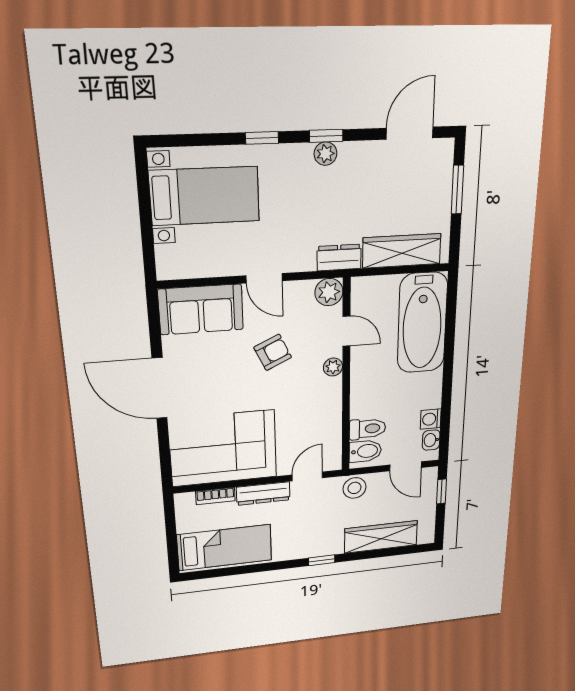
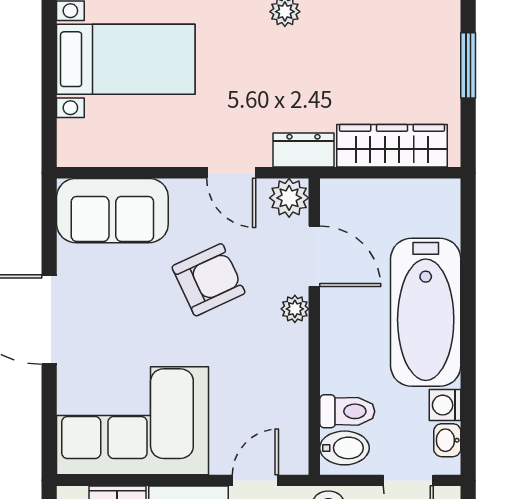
door: (264, 278) -> (231, 173), moved
bathtub: (422, 323) -> (426, 312), moved
door: (346, 331) -> (314, 256), width x1.37
armchair: (273, 352) -> (209, 280), width x1.38, depth x1.38

